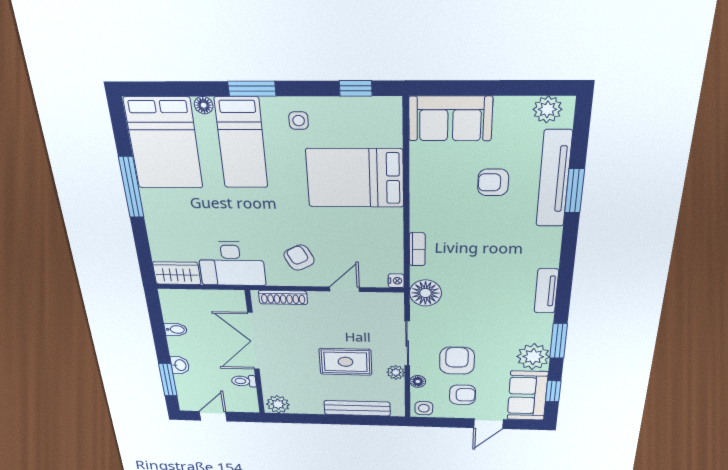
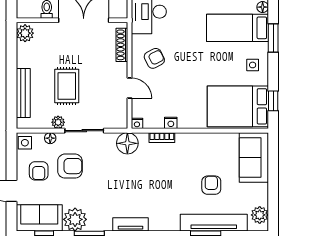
bed: (355, 178) -> (238, 106), moved, turned -90
nightstand: (395, 237) -> (171, 123), added

